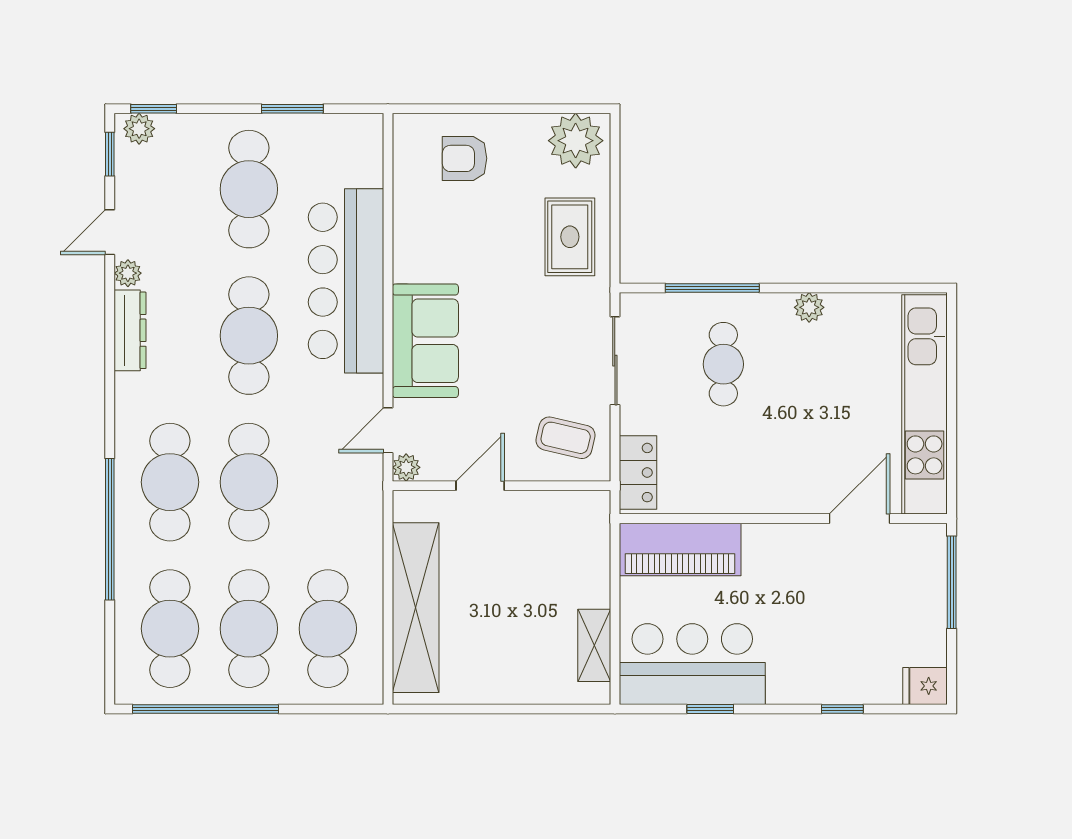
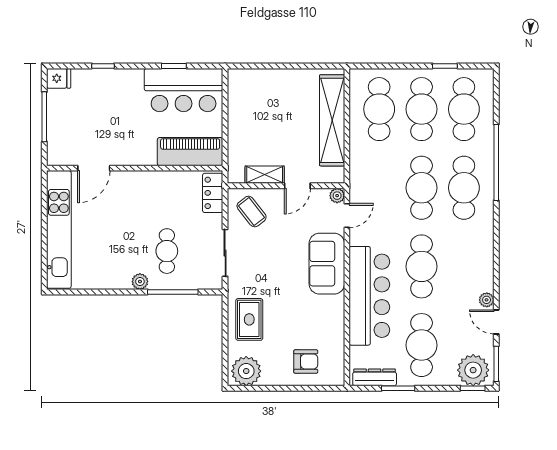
plant: (139, 129) -> (473, 370), width x1.88, depth x1.88
window: (110, 154) -> (496, 364), width x1.50
door: (110, 232) -> (496, 322), swing flipped
plant: (809, 307) -> (140, 282), moved
dresser: (130, 330) -> (375, 377), moved, turned 90
coffee table: (566, 438) -> (252, 212), turned 39
window: (952, 582) -> (44, 117), moved
shelving: (594, 645) -> (265, 175), moved, turned 90
window: (205, 709) -> (445, 66), width x0.32

